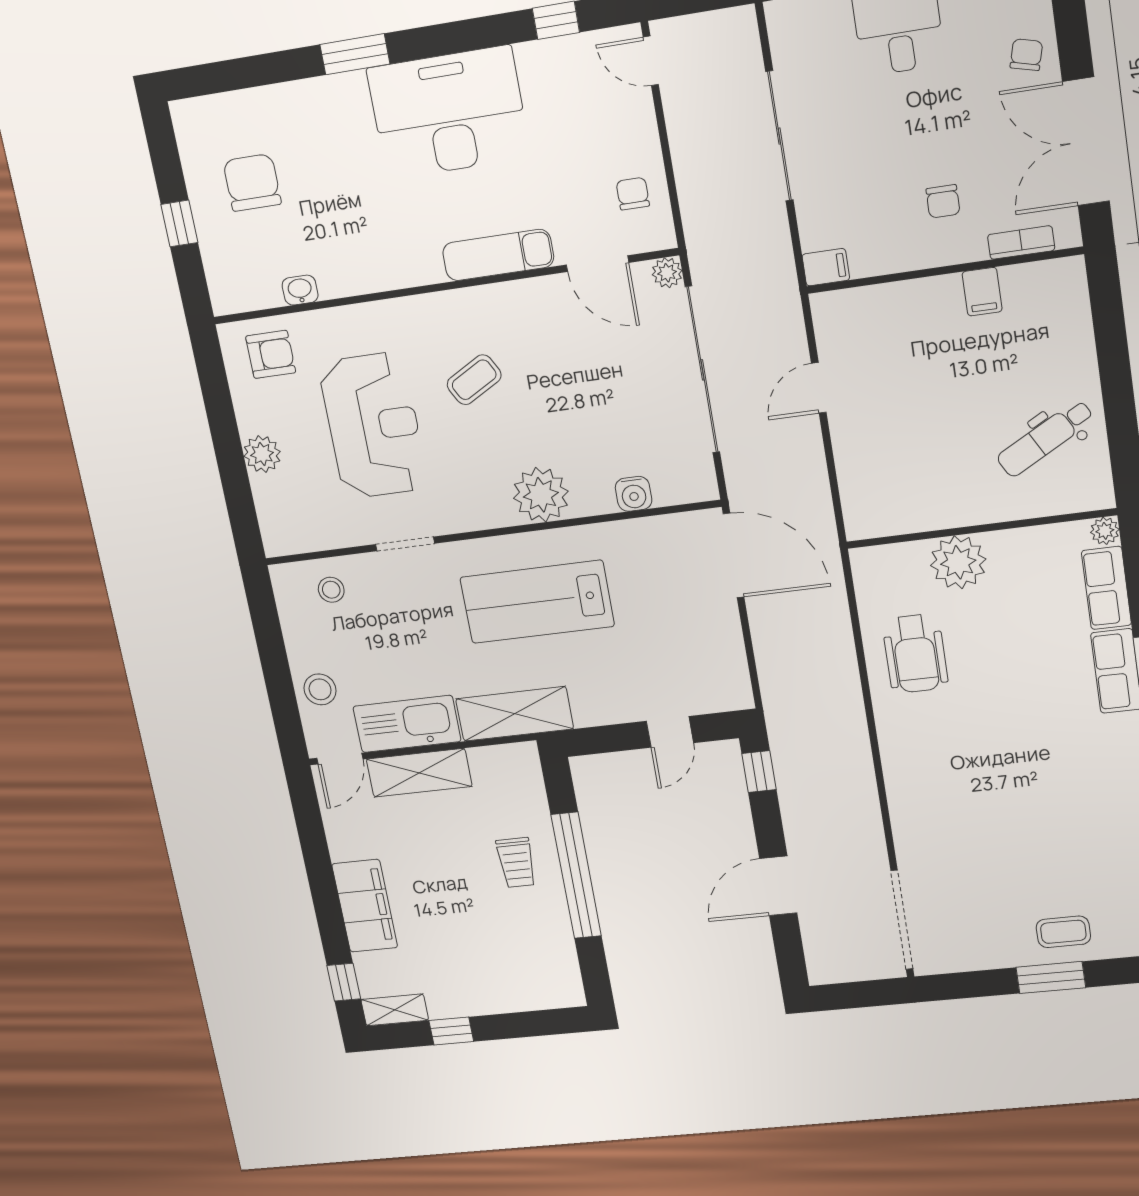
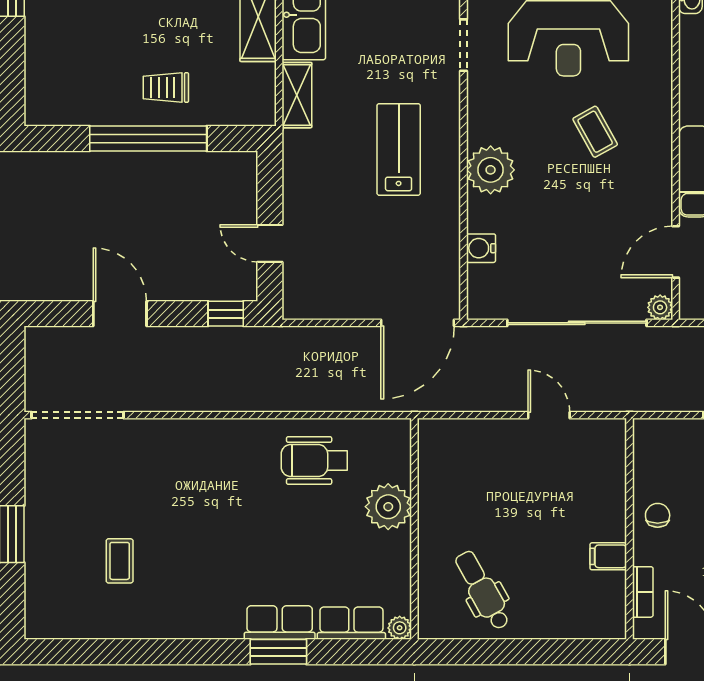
chair: (943, 201) -> (658, 515), moved, turned 90
filing cabinet: (826, 267) -> (646, 436), removed
lab bench: (537, 602) -> (399, 149), width x0.73, depth x0.72
shelving: (515, 714) -> (297, 95), width x0.67, depth x0.75
coffee table: (1063, 932) -> (120, 561), moved

